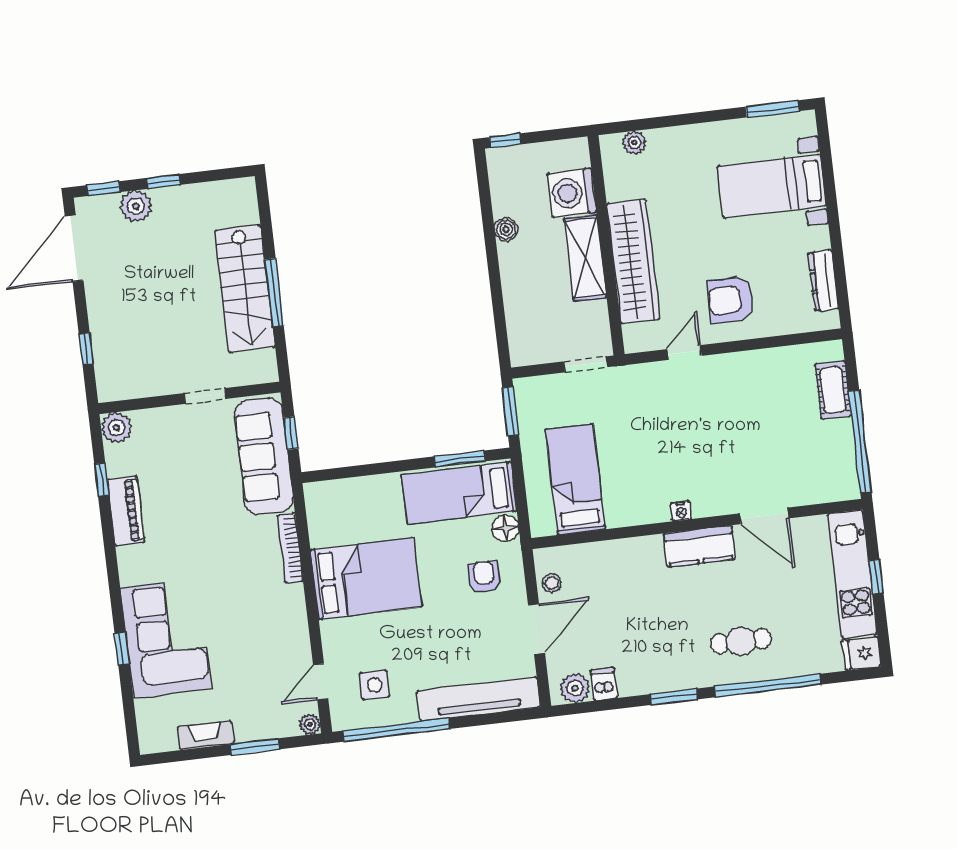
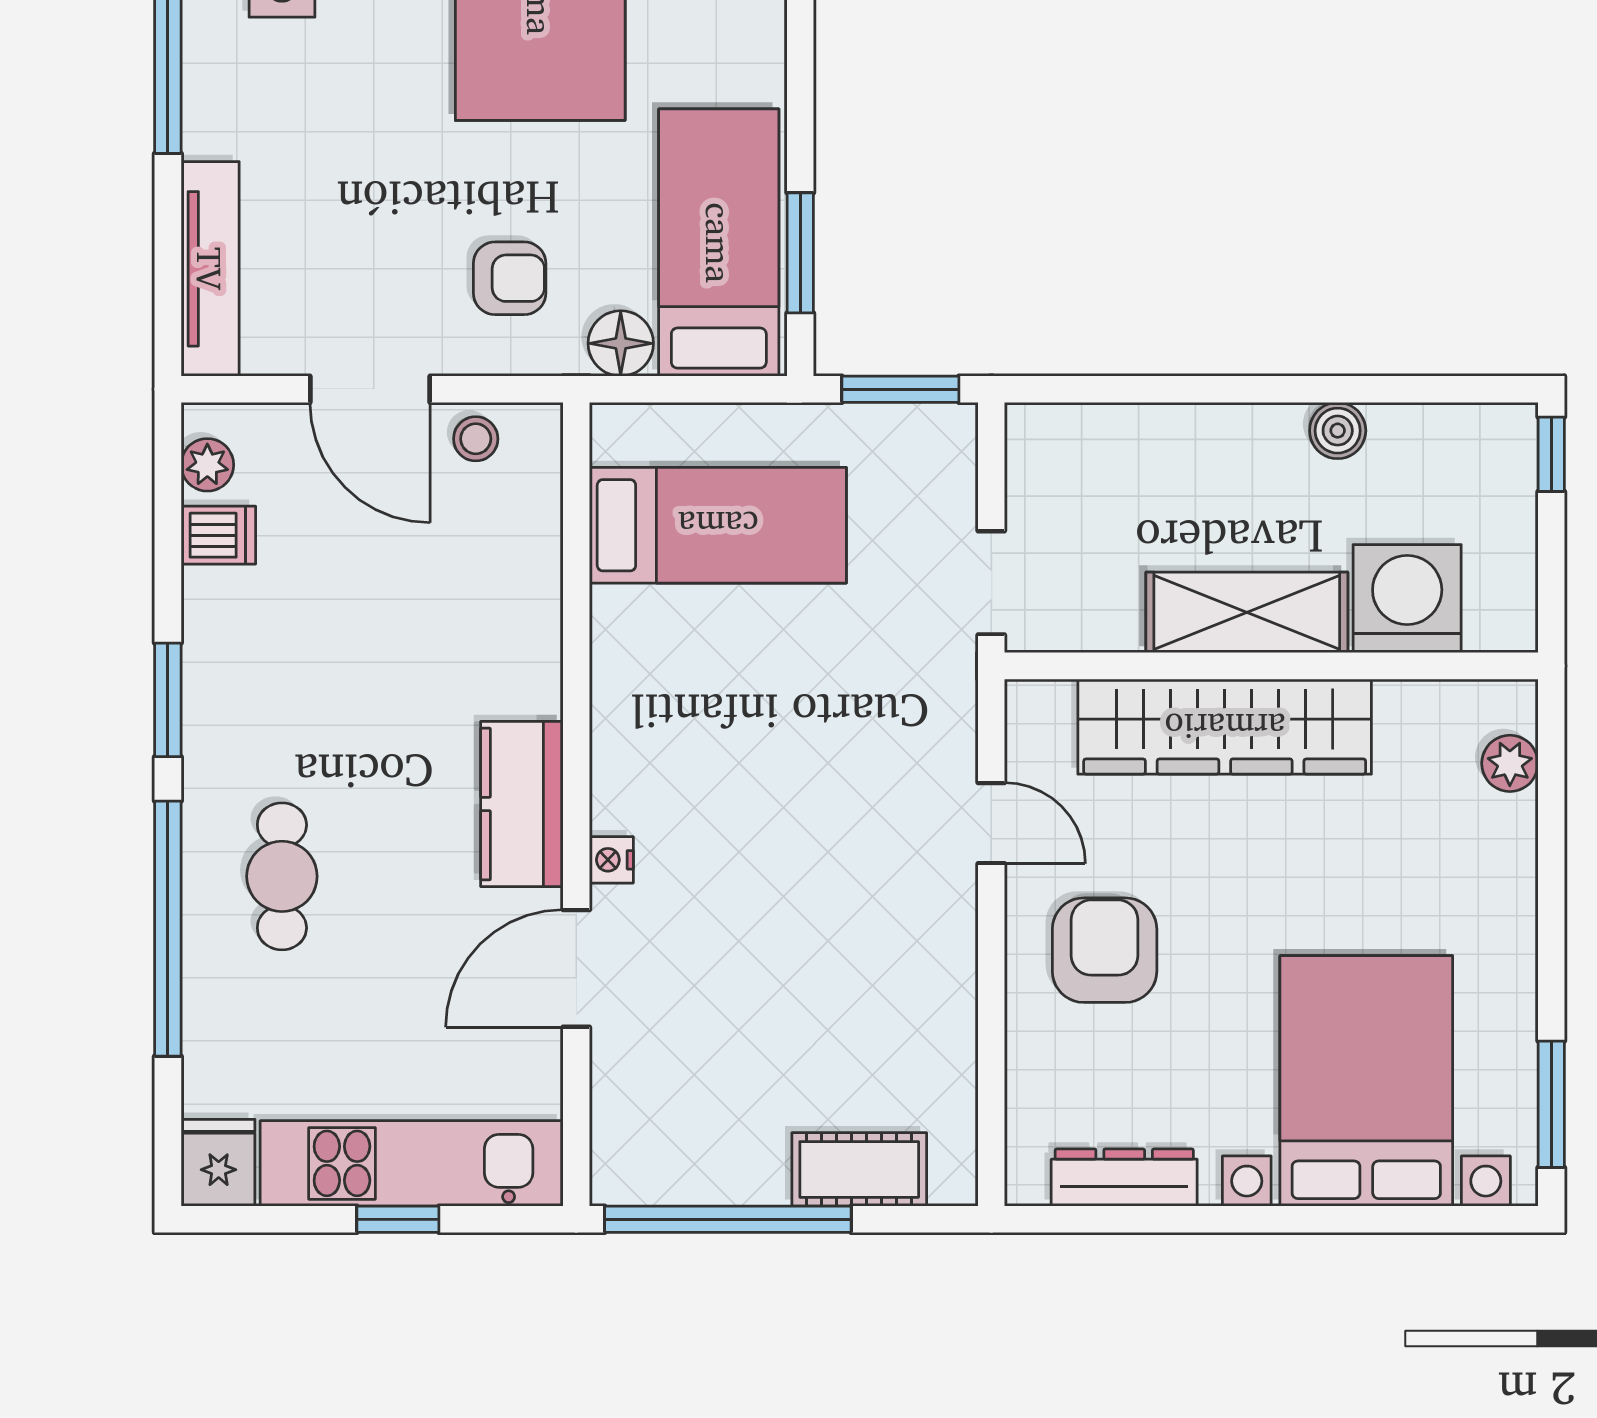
bed with nightstands: (772, 186) -> (1366, 1081), width x1.36
nightstand: (681, 511) -> (611, 860), moved
plant: (575, 688) -> (207, 465), width x0.73, depth x0.73
tv unit: (479, 699) -> (210, 269), width x0.73, depth x0.78

